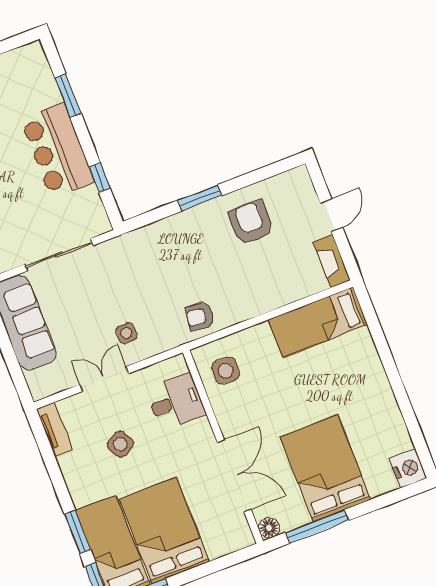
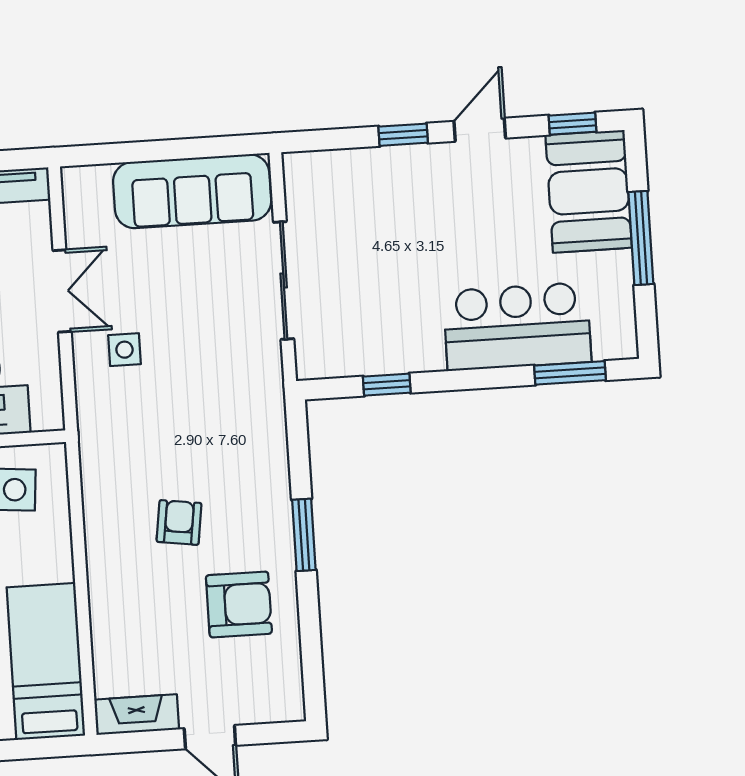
window: (68, 96) -> (570, 373), moved
bar counter: (57, 151) -> (517, 327), moved
armchair: (200, 317) -> (179, 522), moved

